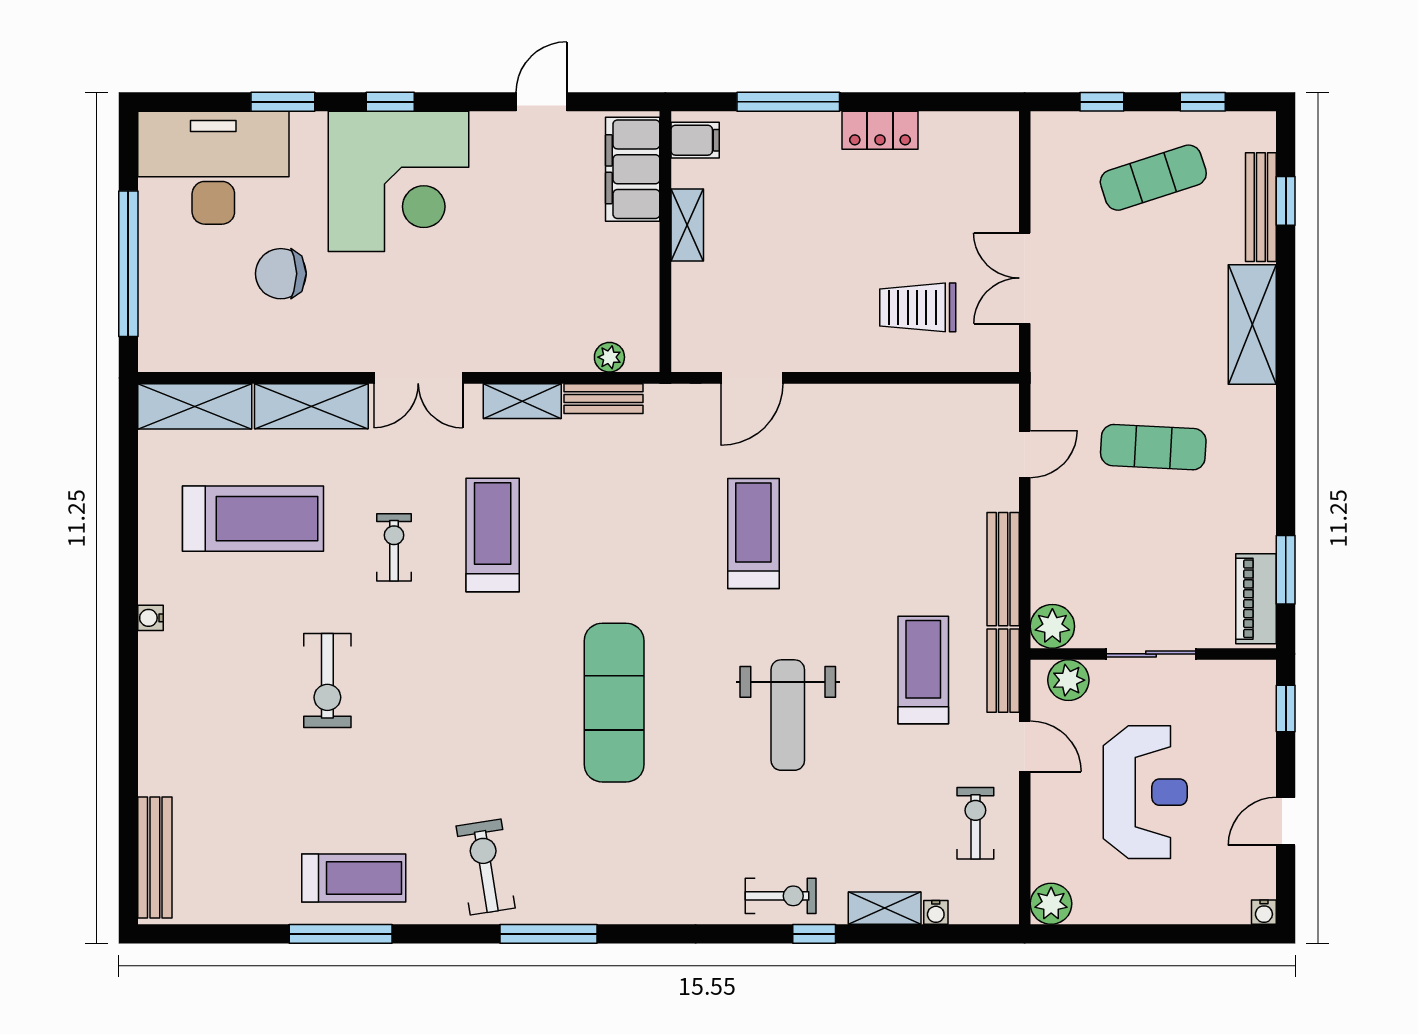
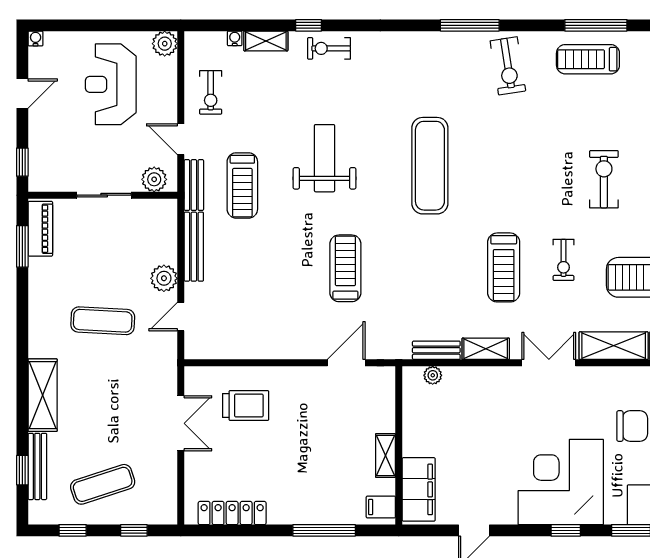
locker: (880, 130) -> (232, 513), moved, width x1.53
treadmill: (753, 533) -> (345, 268), turned 180
plant: (1052, 626) -> (164, 278), moved
reception desk: (1145, 792) -> (111, 84), moved

